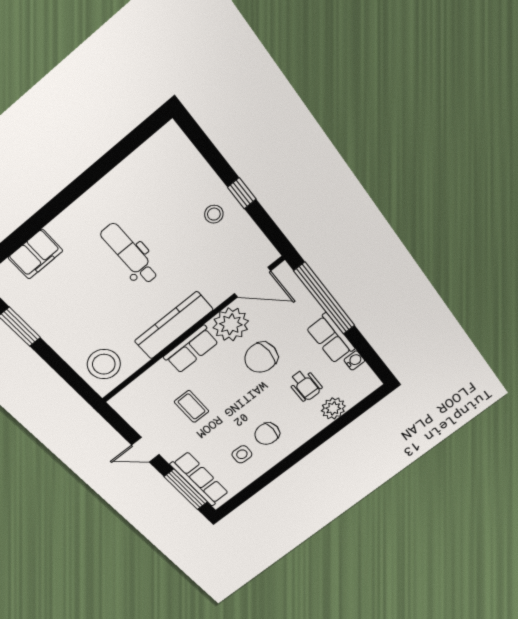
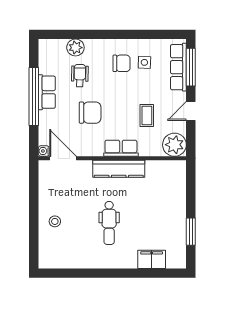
window: (242, 193) -> (34, 208), removed
stool: (214, 214) -> (55, 221), moved
window: (325, 299) -> (34, 96), moved
plant: (231, 324) -> (174, 145), moved
water cooler: (354, 360) -> (44, 151), moved
stool: (104, 364) -> (169, 178), removed
door: (145, 450) -> (191, 111), swing flipped

